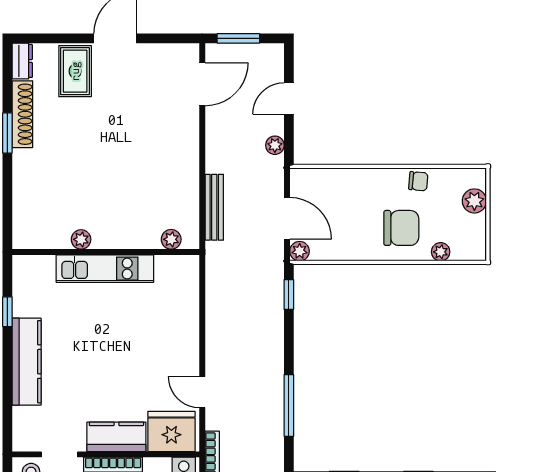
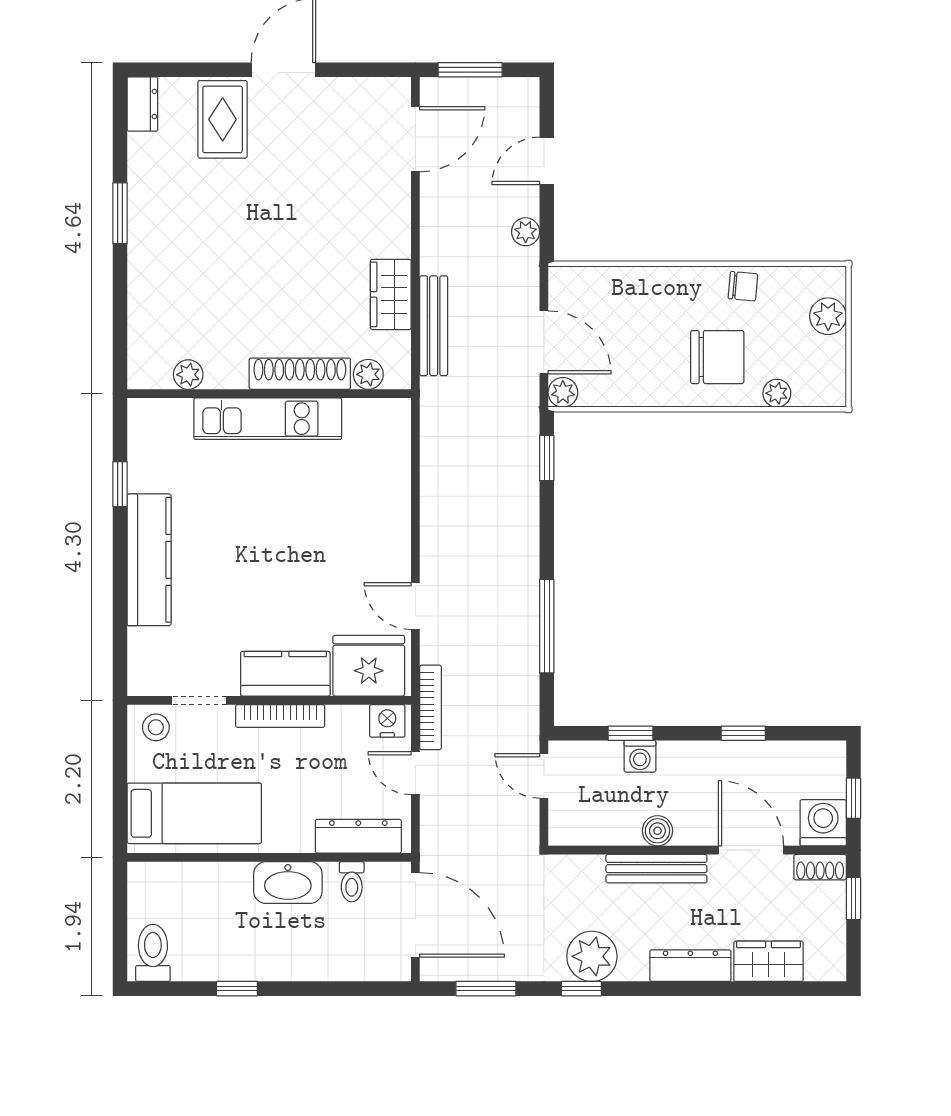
shoe rack: (22, 114) -> (300, 374), moved, turned -90
wardrobe: (186, 187) -> (391, 294), added
plant: (81, 239) -> (188, 375), moved

